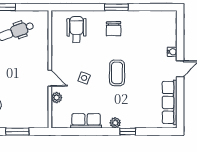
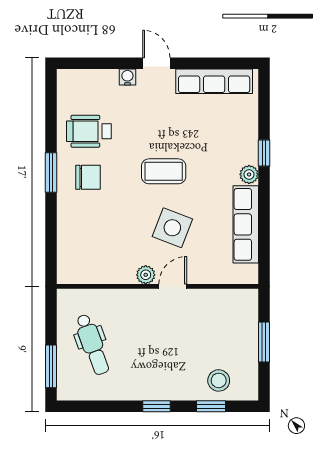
wheelchair: (77, 29) -> (89, 131), moved
side table: (84, 78) -> (172, 228), width x1.87, depth x1.87
plant: (57, 98) -> (146, 275), moved
row of seats: (86, 121) -> (246, 224), width x1.48

